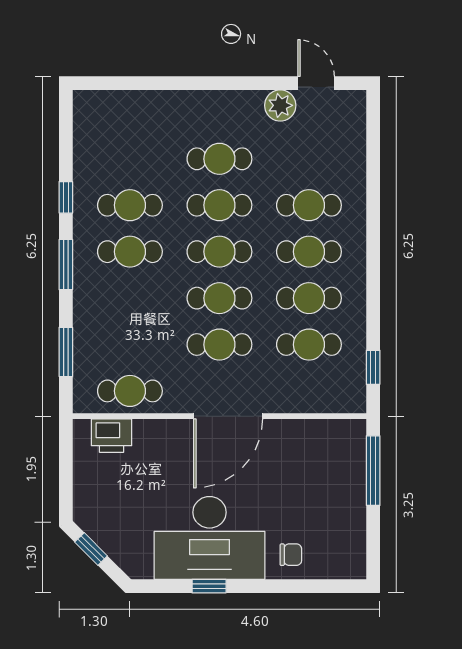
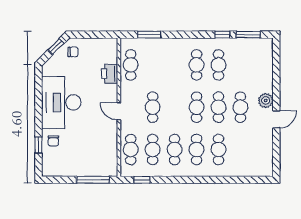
door: (316, 83) -> (276, 119), moved
plant: (280, 105) -> (266, 100), moved
window: (66, 265) -> (248, 35), moved
cafe table: (219, 298) -> (131, 149), moved
door: (228, 416) -> (119, 111), width x0.53
printer: (112, 436) -> (110, 74), moved
chair: (102, 513) -> (73, 52), added
window: (209, 586) -> (38, 145), moved

